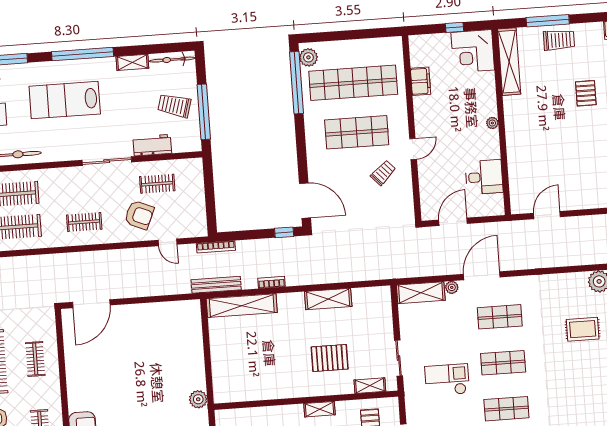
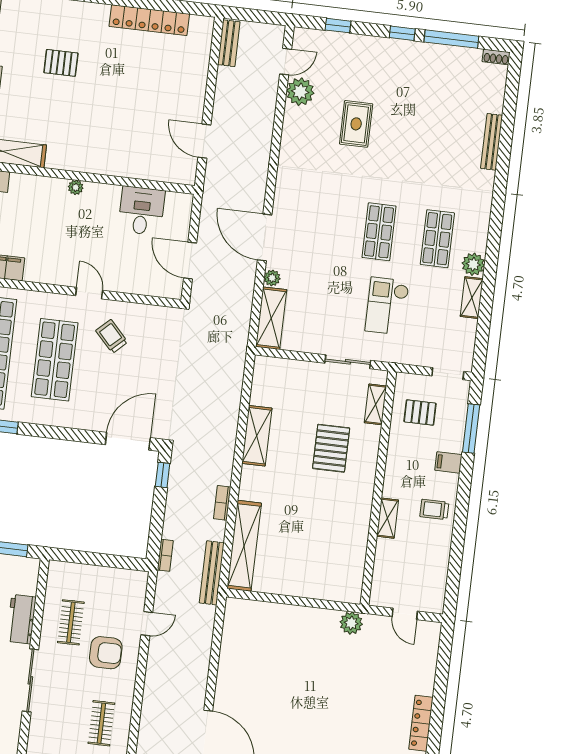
armchair: (139, 215) -> (106, 653), turned 67
bookcase: (216, 247) -> (165, 555), width x0.64
shop shelf: (500, 317) -> (321, 225), removed
shelving: (319, 409) -> (388, 518), moved

